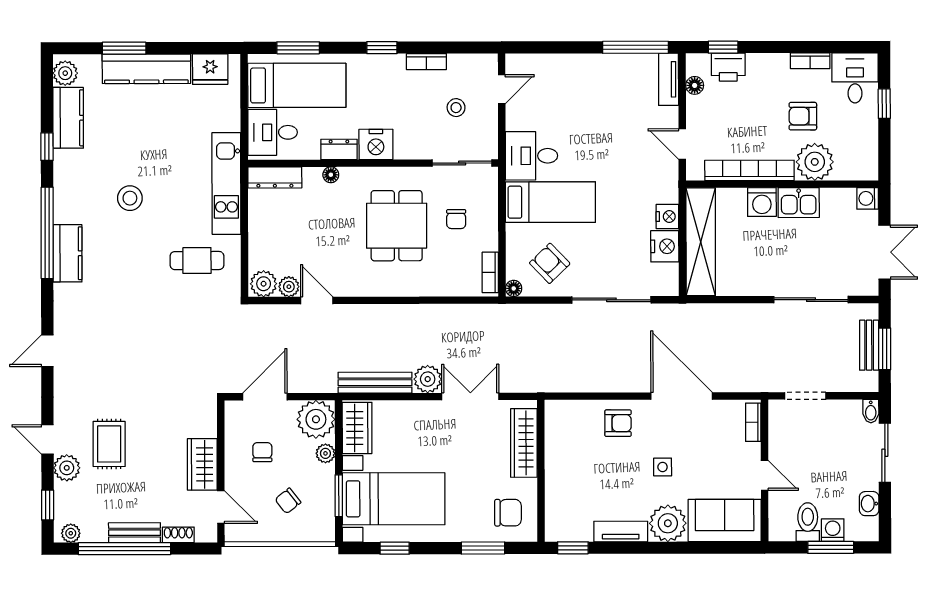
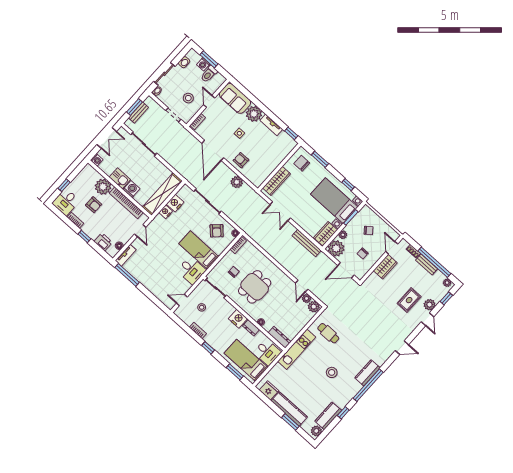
window: (723, 47) -> (84, 237), moved
double door: (885, 252) -> (107, 138), swing flipped
plant: (428, 379) -> (237, 182), moved
stool: (806, 448) -> (188, 98), added

